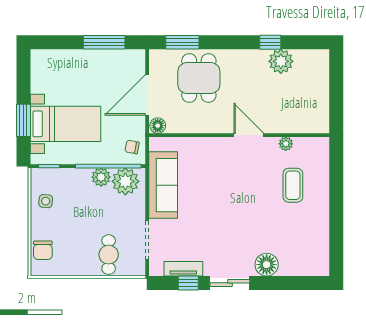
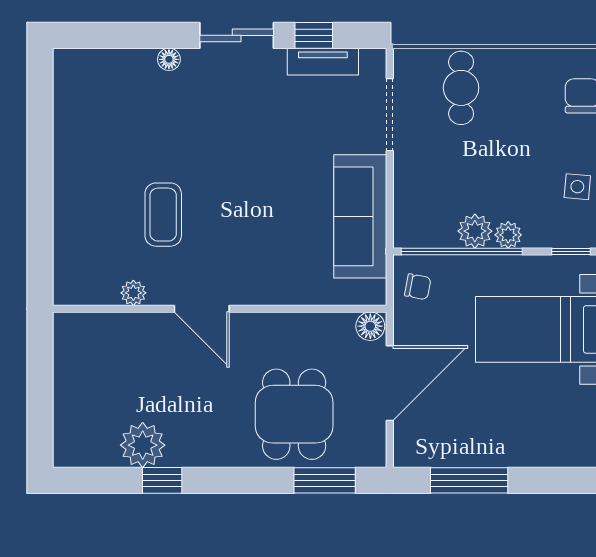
plant: (125, 181) -> (508, 235), moved, width x0.53, depth x0.53
coffee table: (293, 185) -> (163, 215), moved
floor lamp: (267, 265) -> (169, 59), width x0.53, depth x0.53

